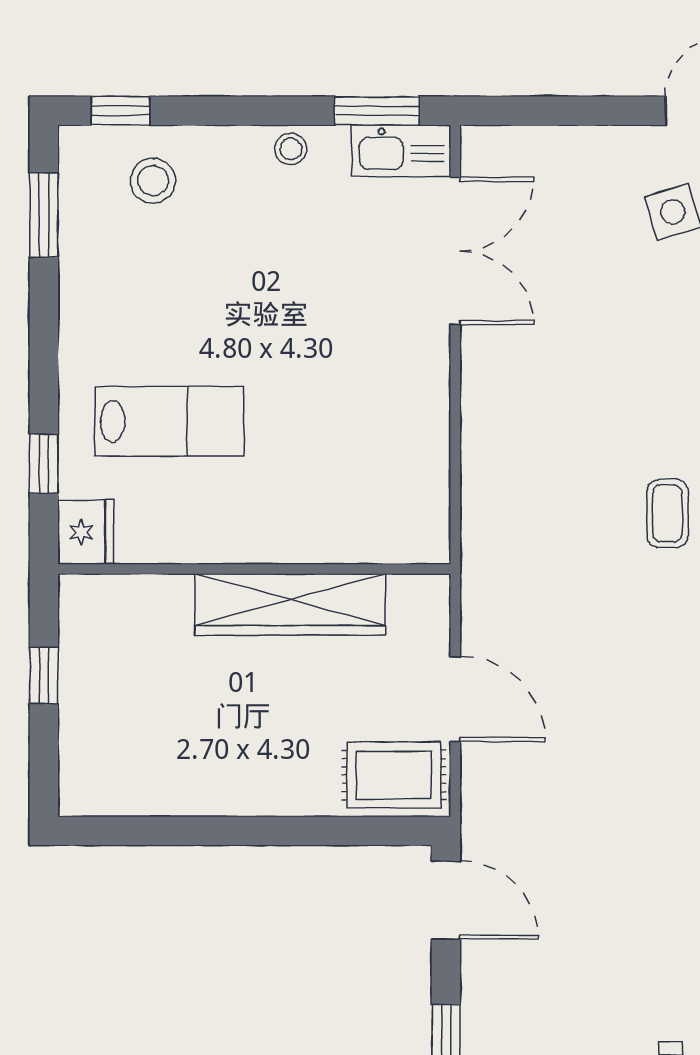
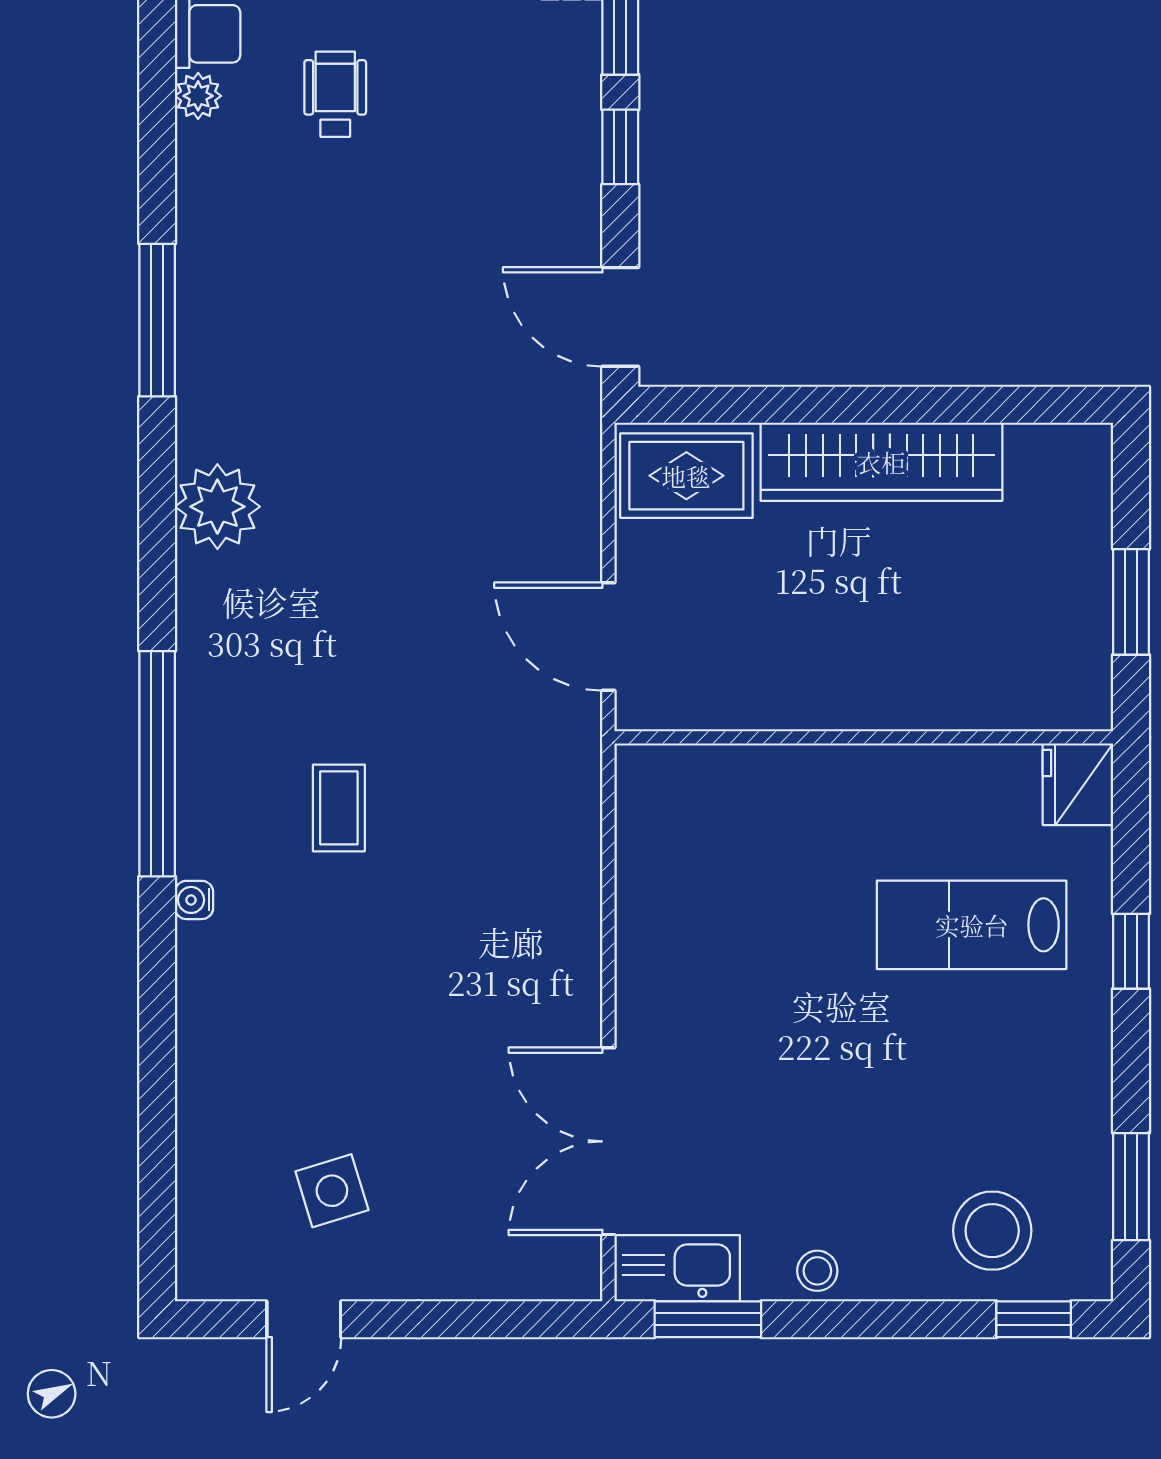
stool: (153, 181) -> (992, 1231), width x1.38, depth x1.38
window: (44, 464) -> (1131, 951), moved
wardrobe: (290, 604) -> (881, 462), moved, turned 180
window: (44, 676) -> (1131, 602), width x1.50
door: (455, 699) -> (608, 637), moved

